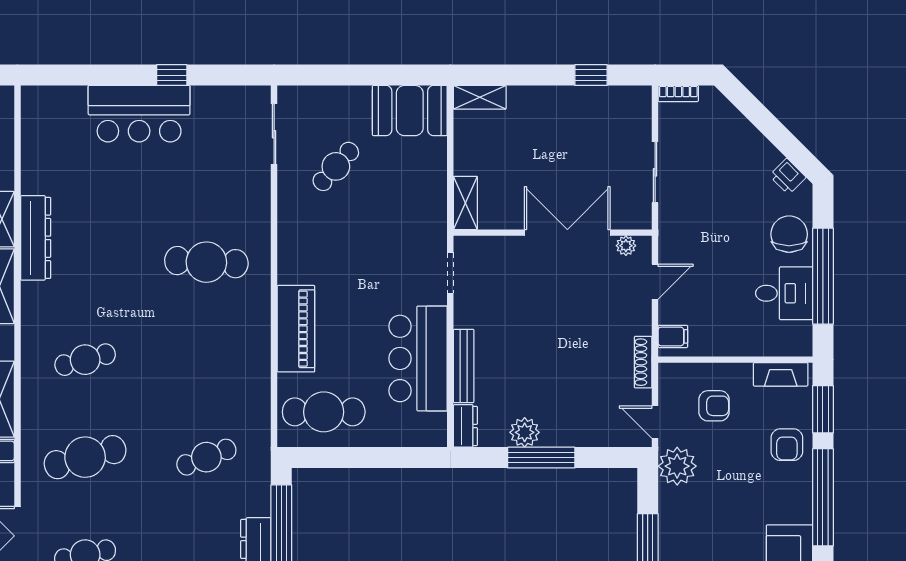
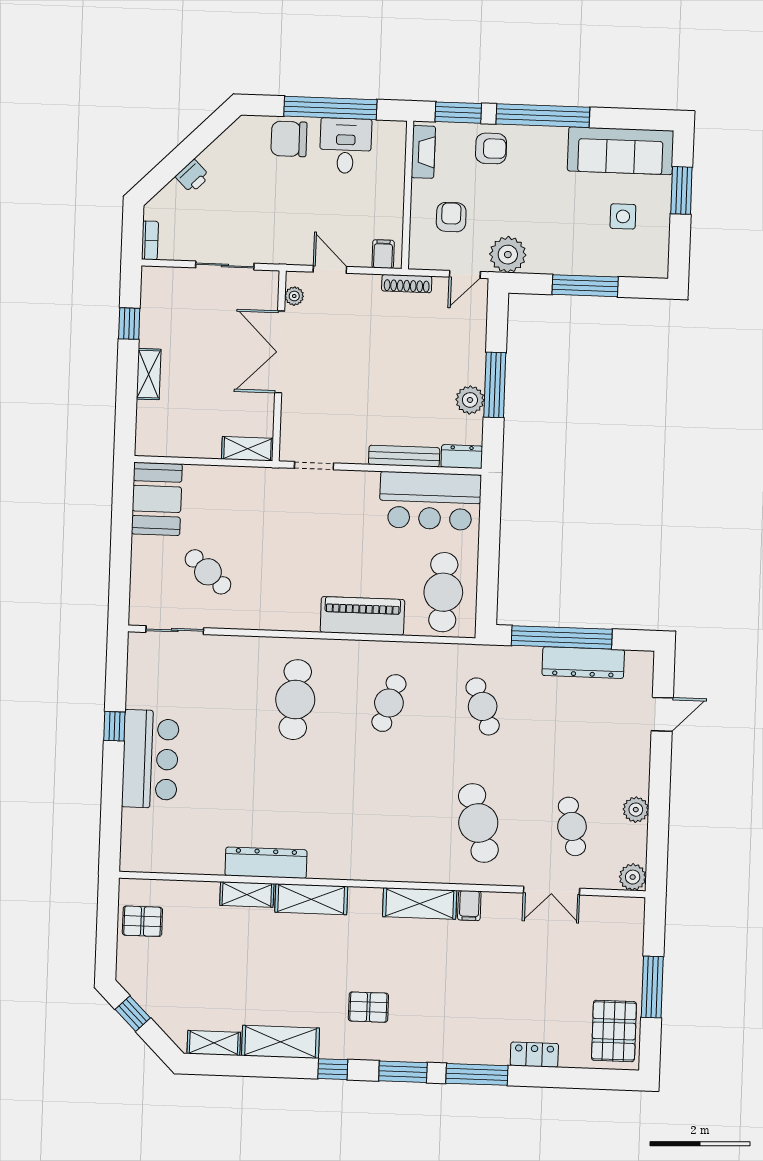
shelving: (480, 97) -> (149, 374), moved
printer: (788, 176) -> (193, 176), moved
bar counter: (418, 358) -> (430, 501), moved
cafe table: (85, 360) -> (389, 703), moved, turned 33

